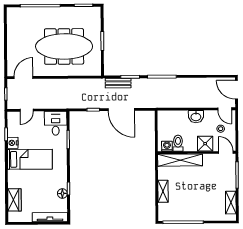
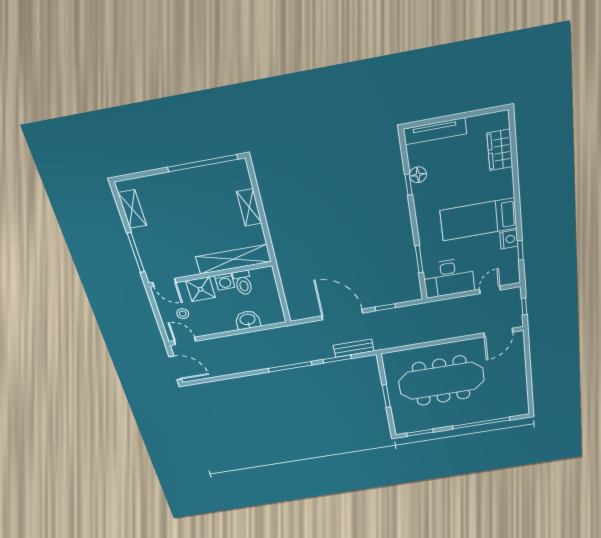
washbasin: (196, 117) -> (248, 320), moved
desk: (56, 123) -> (449, 278), width x1.37
washing machine: (167, 146) -> (225, 282), moved

